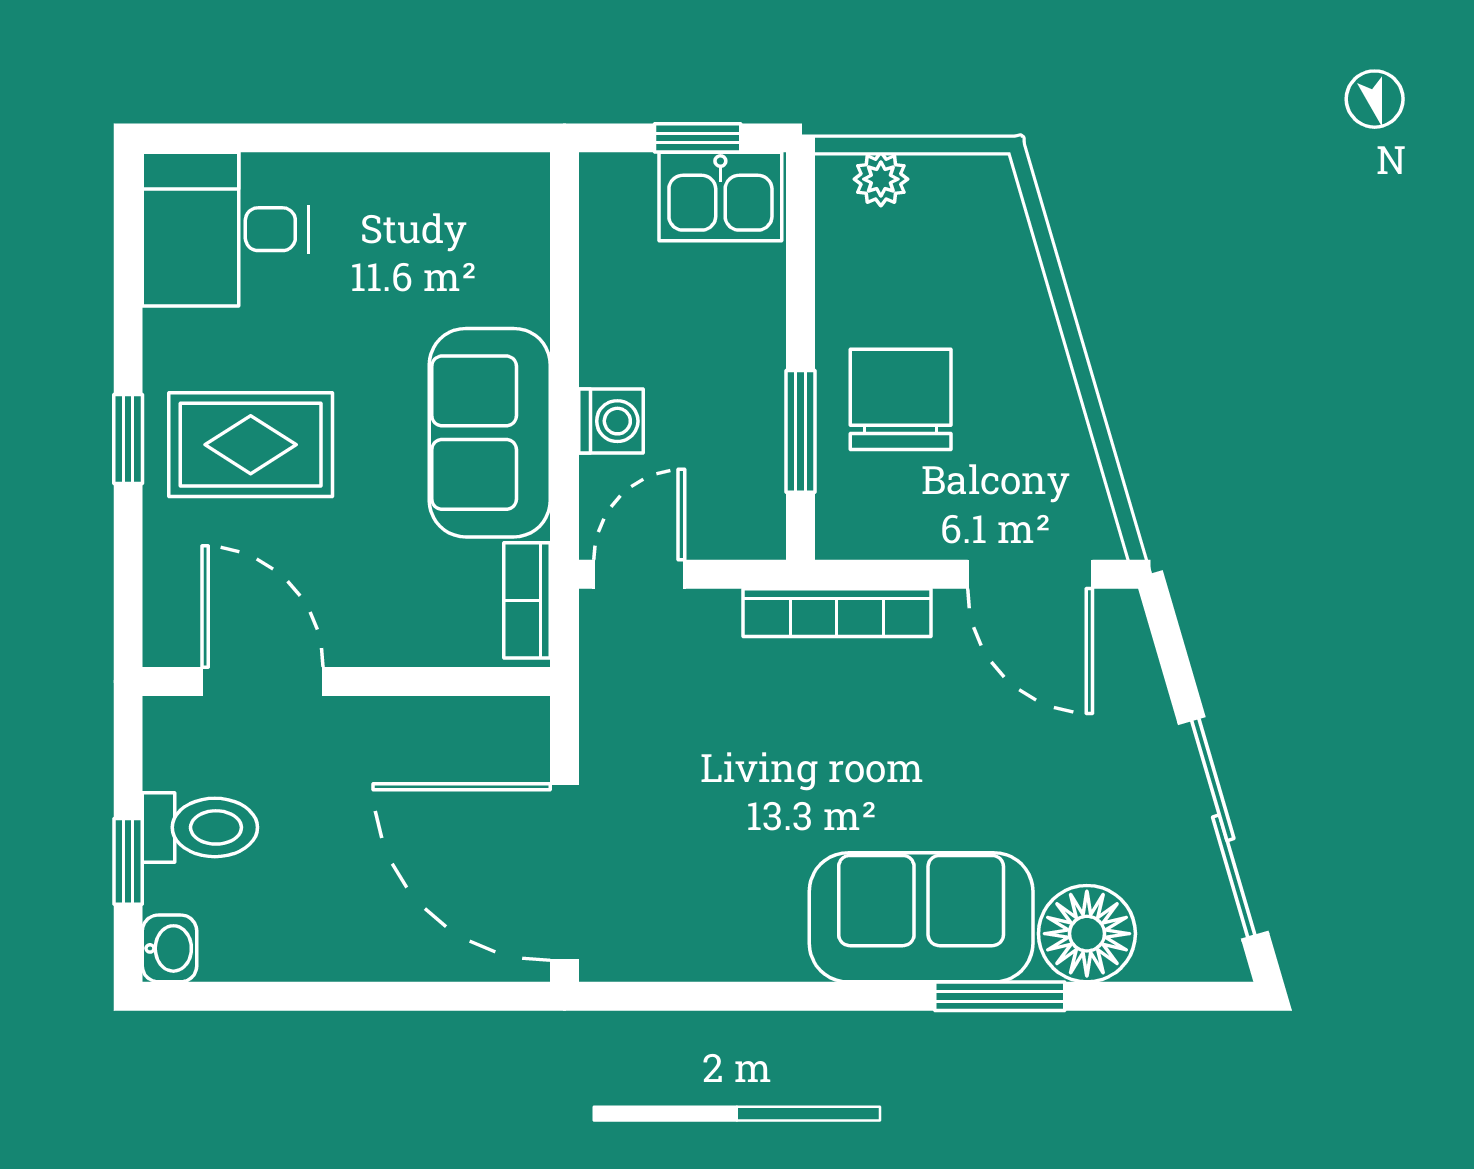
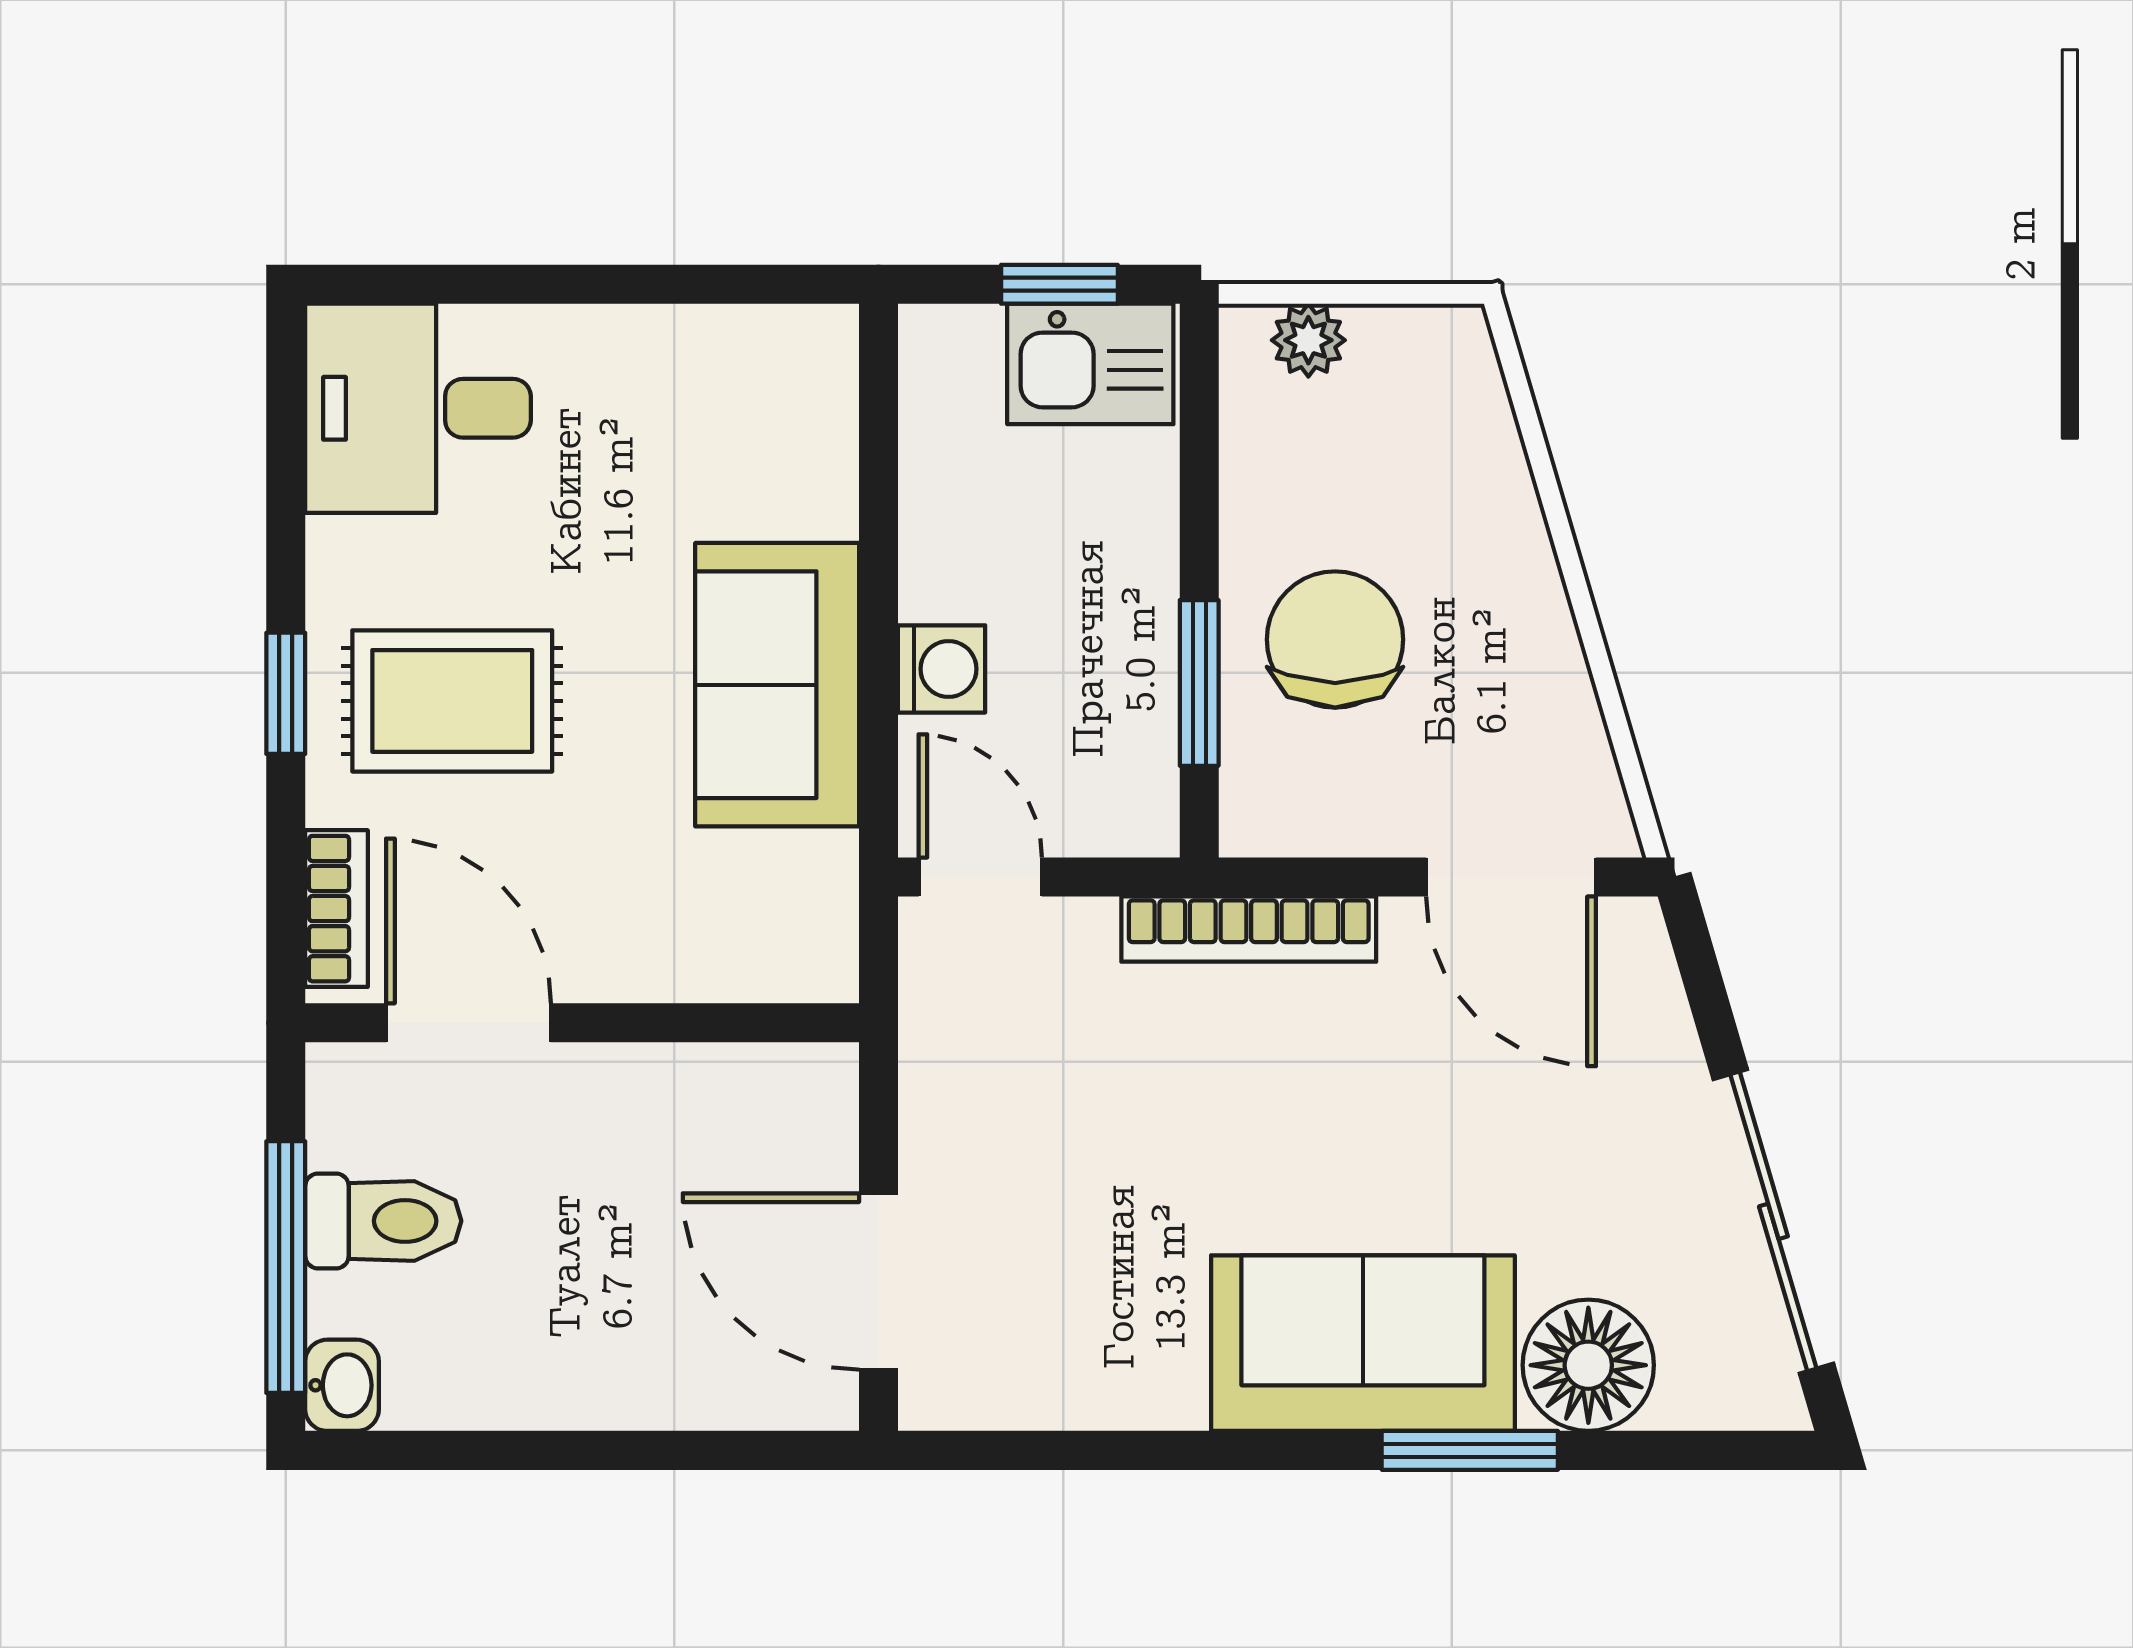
door: (639, 574) -> (980, 877), hinge flipped
bookcase: (527, 600) -> (336, 909), moved, turned 180
window: (128, 861) -> (286, 1267), width x2.17
door: (564, 872) -> (878, 1281), width x0.73

